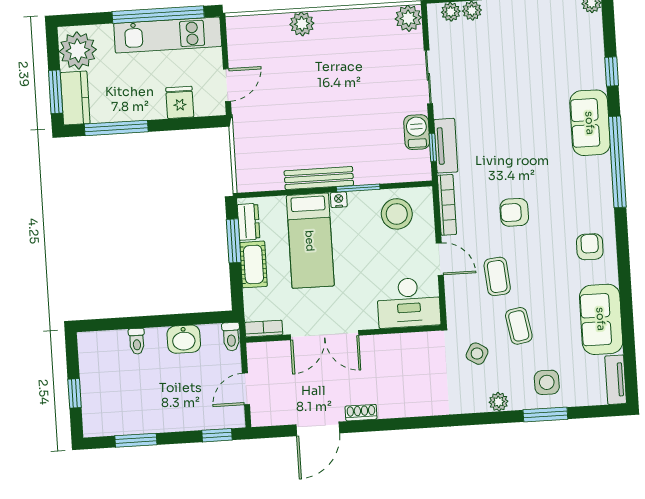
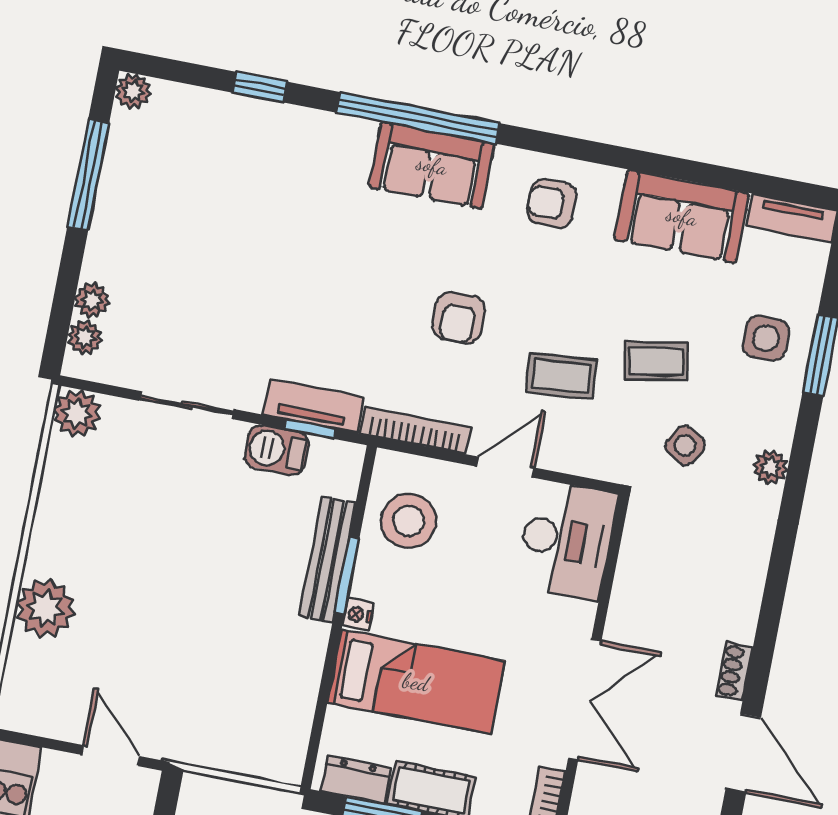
plant: (302, 24) -> (45, 608), width x1.36, depth x1.36
sofa: (590, 123) -> (432, 165), moved
bench: (319, 178) -> (327, 559), moved
plant: (498, 402) -> (771, 467), moved

